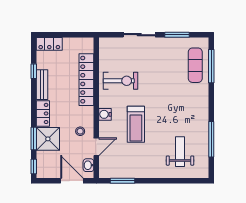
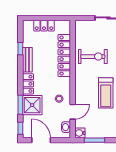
locker: (49, 44) -> (44, 26), moved
water cooler: (105, 114) -> (80, 133), moved
door: (72, 181) -> (41, 140), moved

